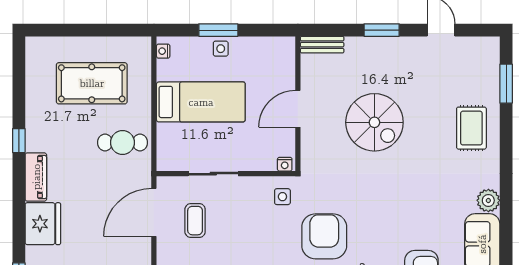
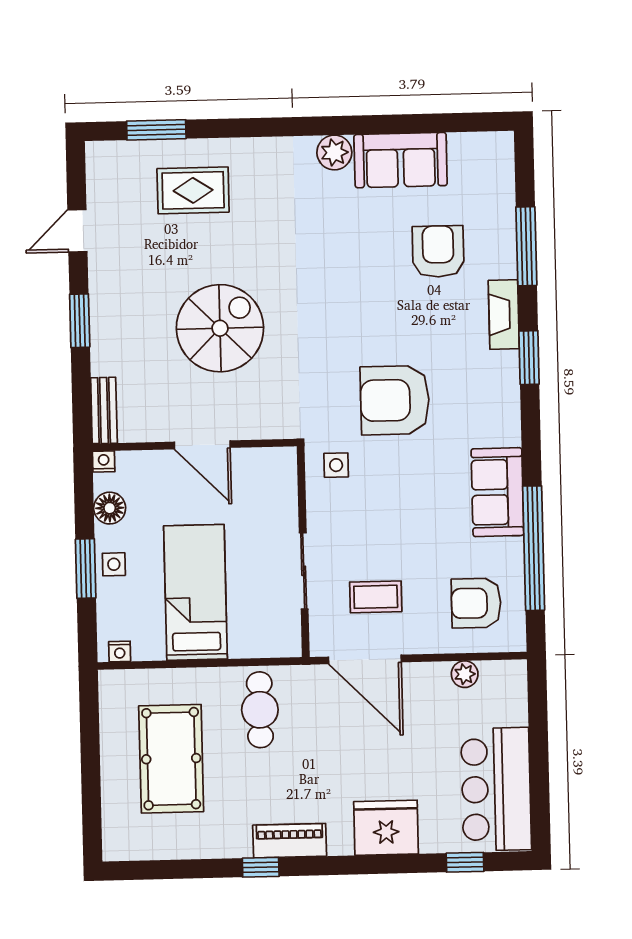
floor lamp: (258, 47) -> (110, 508), added
rug: (471, 128) -> (193, 190), moved
nightstand: (285, 164) -> (104, 462), moved, turned -90
piano: (36, 177) -> (290, 841), moved

